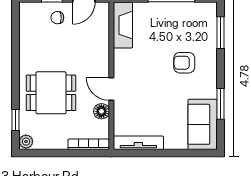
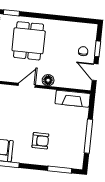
armchair: (184, 63) -> (40, 141), turned 90
floor lamp: (101, 111) -> (48, 80), moved

